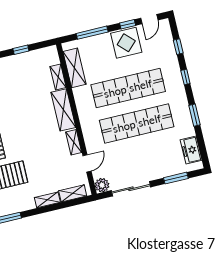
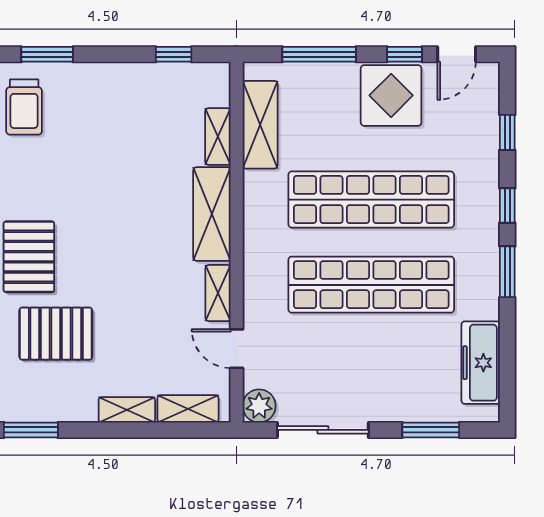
window: (21, 50) -> (174, 54), moved
window: (195, 115) -> (507, 272), moved
freezer: (191, 150) -> (481, 363), width x1.40
door: (87, 163) -> (237, 349), swing flipped

